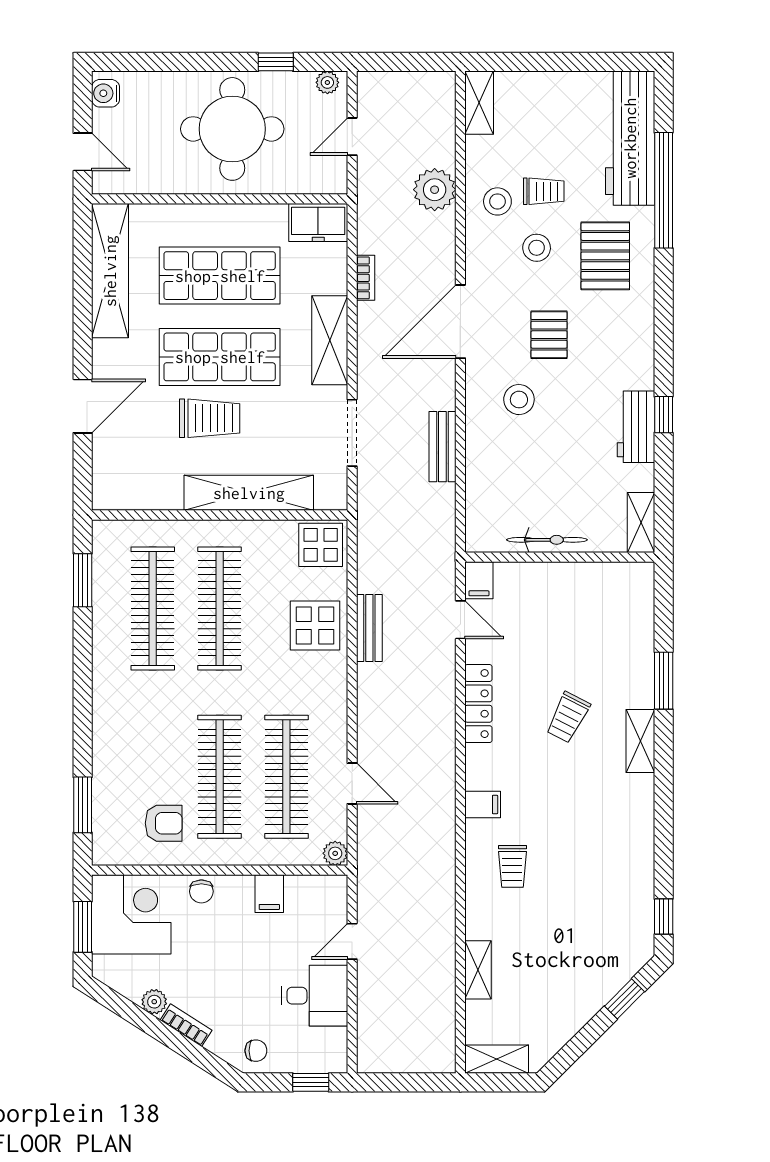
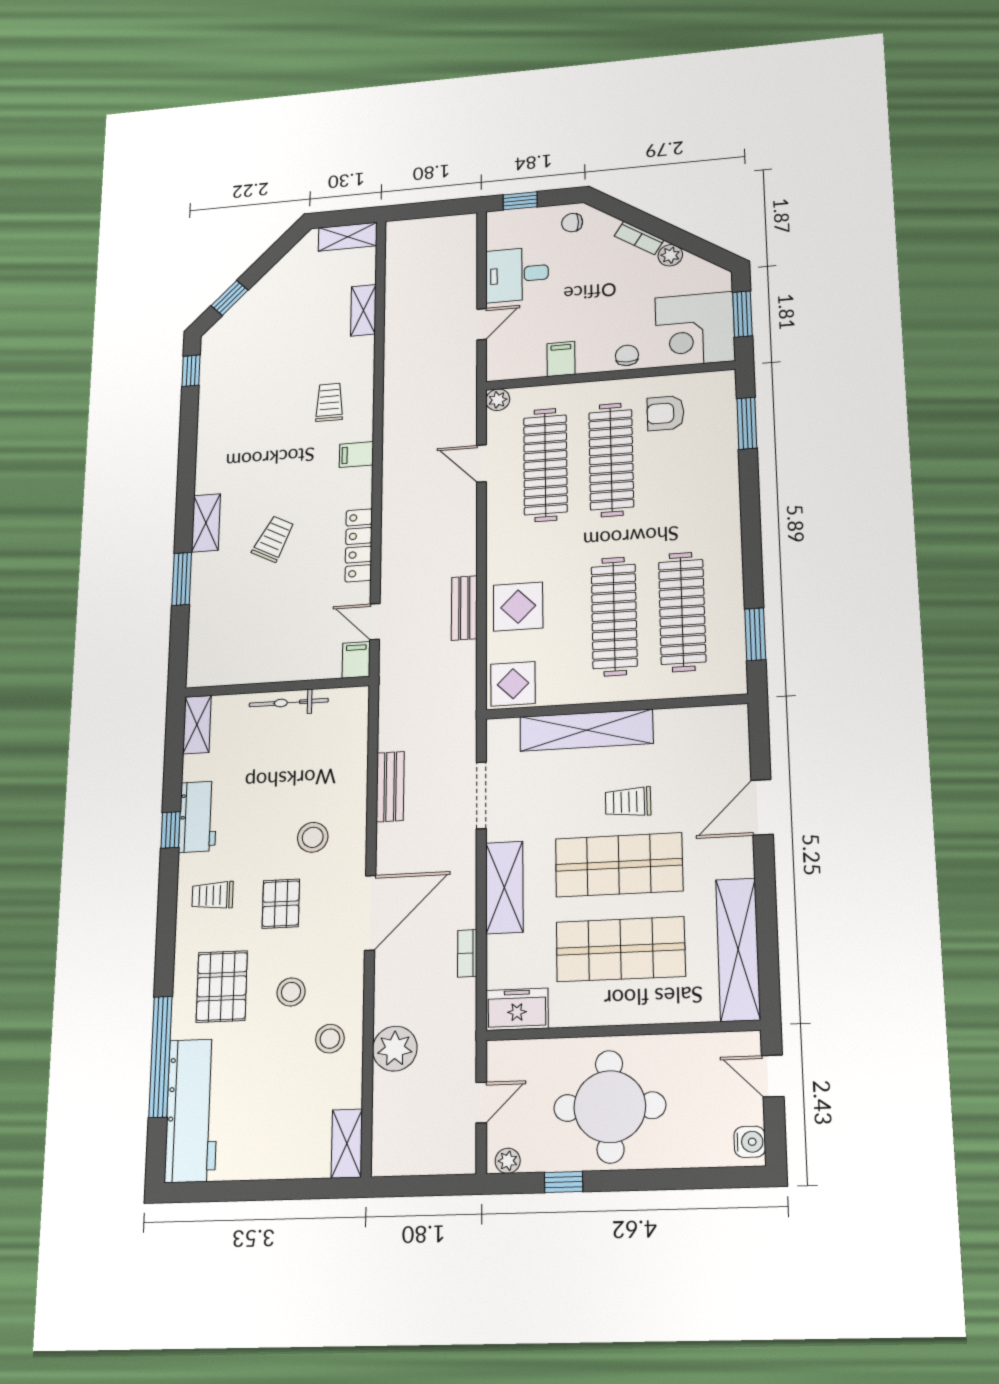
trolley: (544, 191) -> (212, 895), moved
trolley: (210, 418) -> (628, 802), width x0.73, depth x0.72

